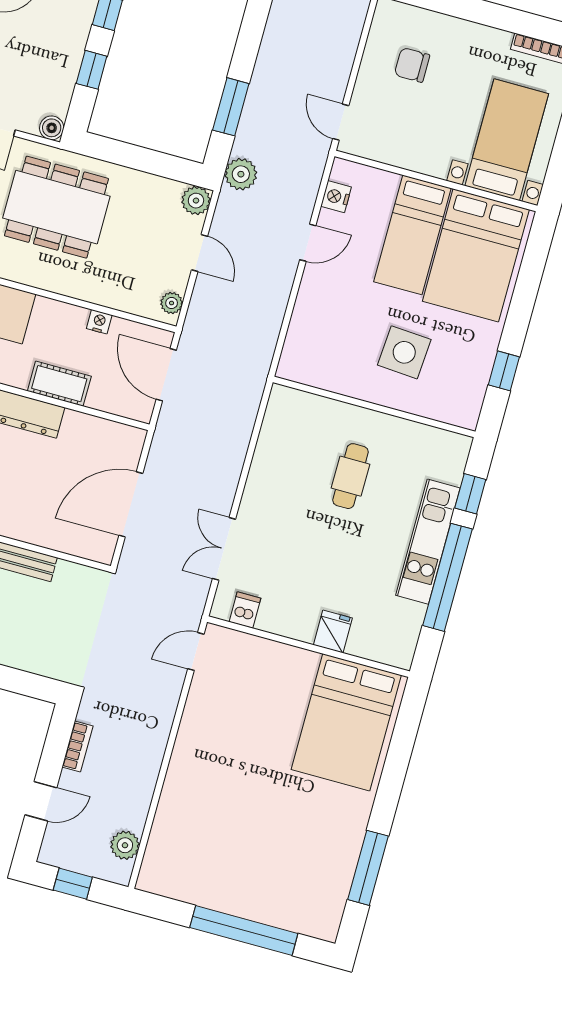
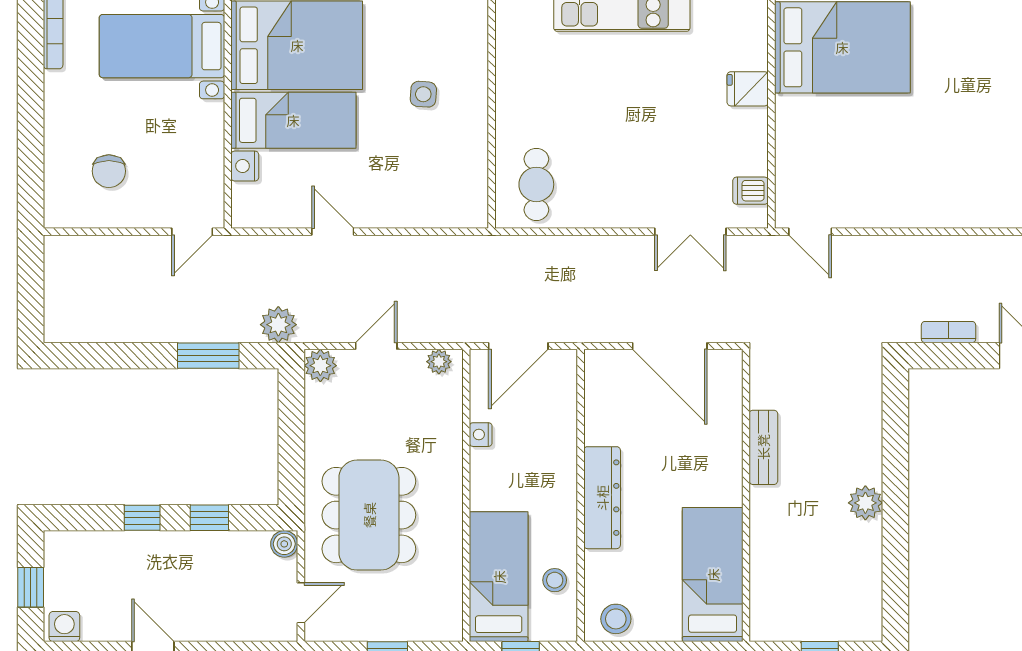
nightstand: (336, 197) -> (245, 166), moved, turned 90
side table: (404, 352) -> (423, 94), width x0.54, depth x0.54
cot: (59, 384) -> (560, 460), removed
cafe table: (350, 476) -> (536, 184), moved, turned 90

